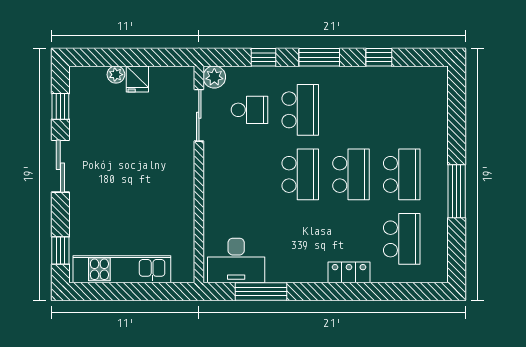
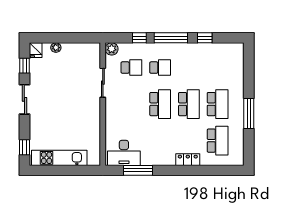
window: (319, 57) -> (171, 38), width x1.44
fridge: (137, 79) -> (36, 50), moved
school desk: (300, 110) -> (160, 68), width x0.54
sliding door: (199, 115) -> (103, 83), moved

